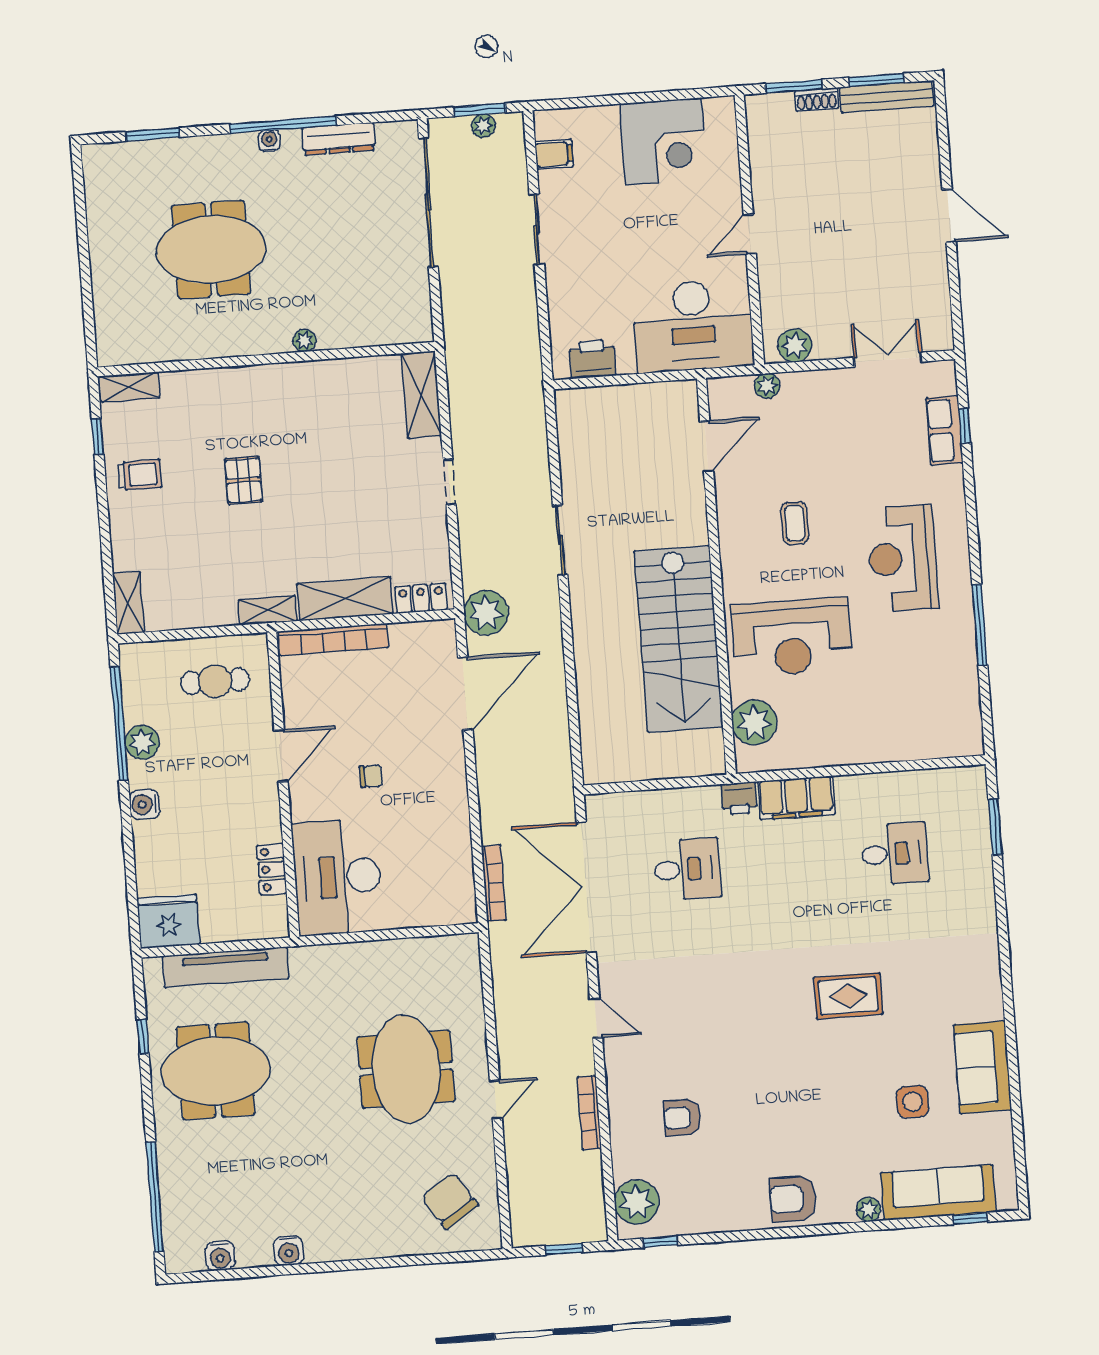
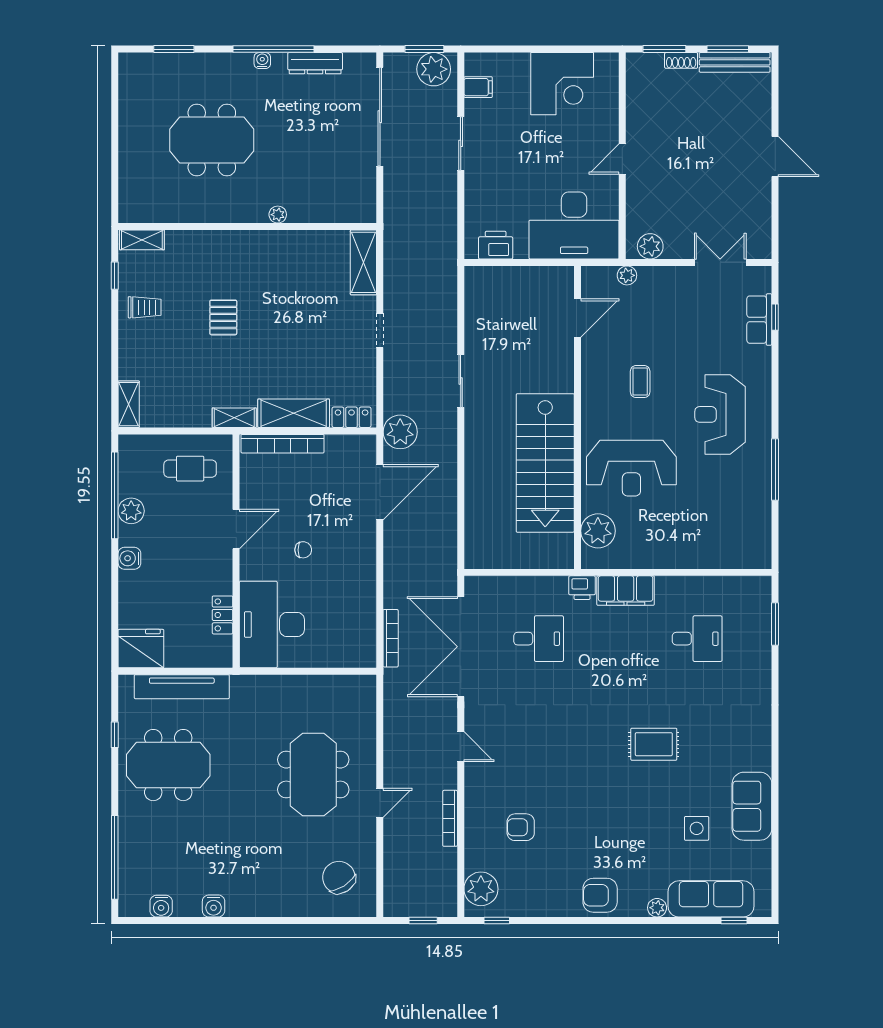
plant: (483, 126) -> (434, 69), width x1.88, depth x1.88

